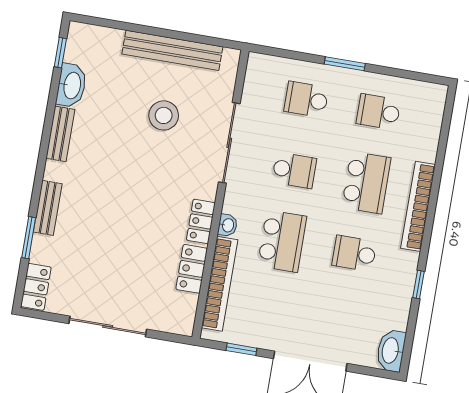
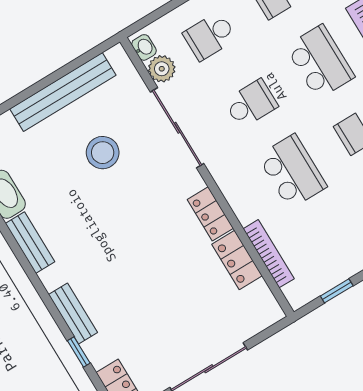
plant: (254, 93) -> (162, 69), added
washbasin: (228, 225) -> (144, 47), moved
window: (29, 238) -> (79, 352), width x0.67
bookcase: (220, 284) -> (269, 254), width x0.68, depth x0.76

